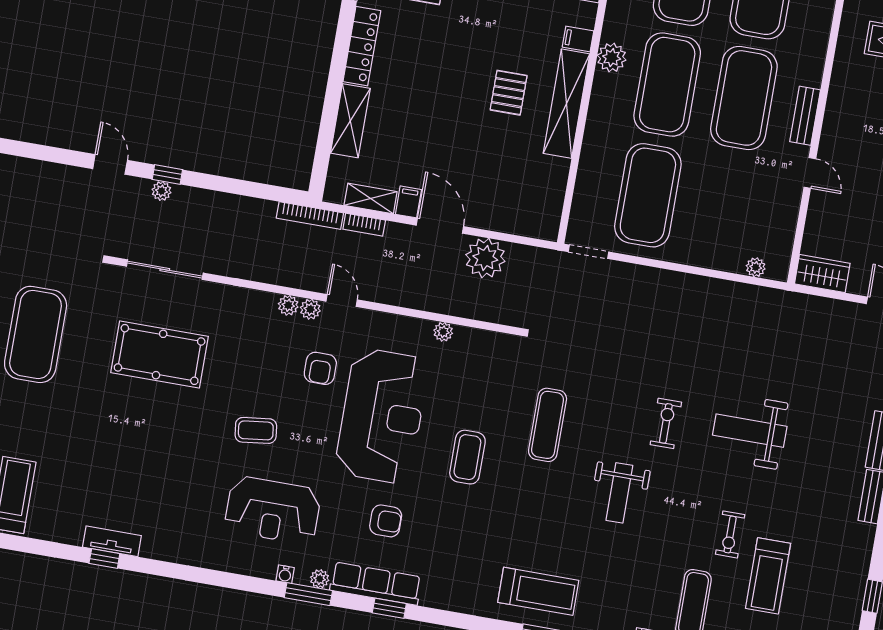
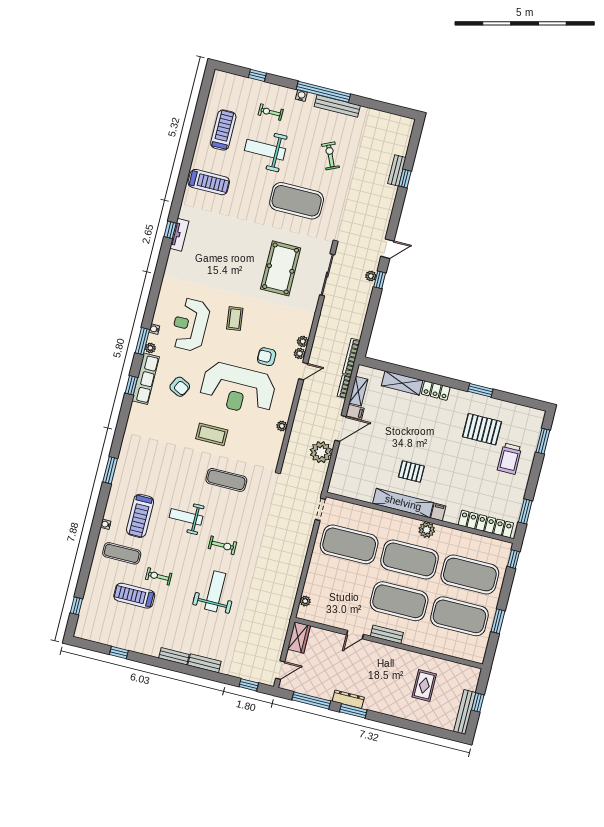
locker: (362, 46) -> (436, 391), width x0.66
armchair: (386, 521) -> (180, 387), turned -63
treadmill: (538, 591) -> (140, 516), moved

